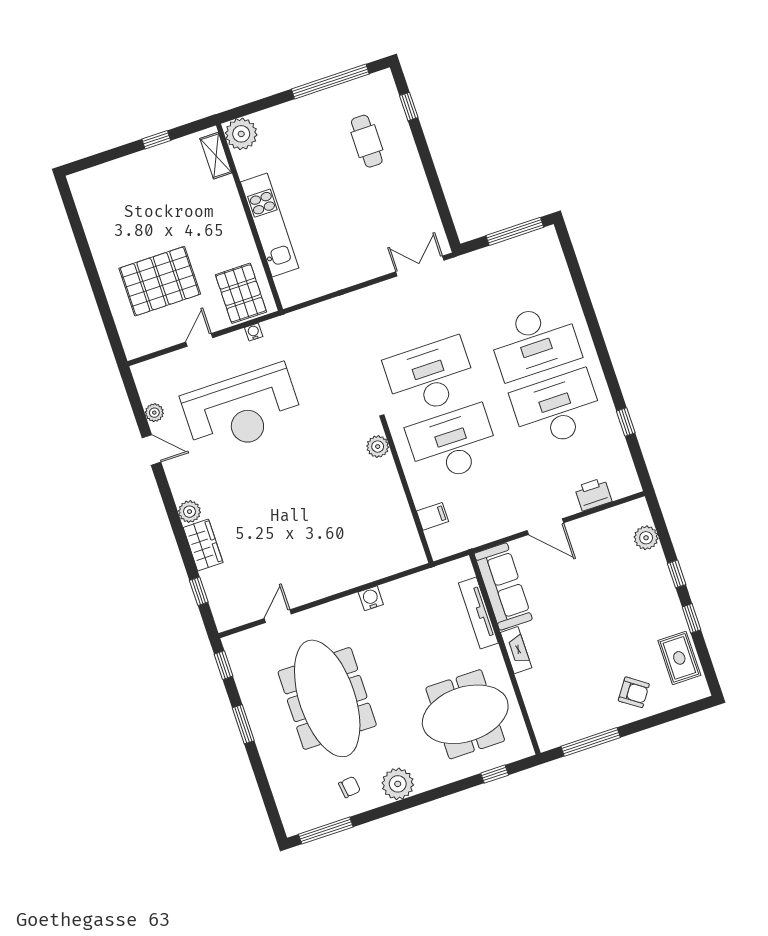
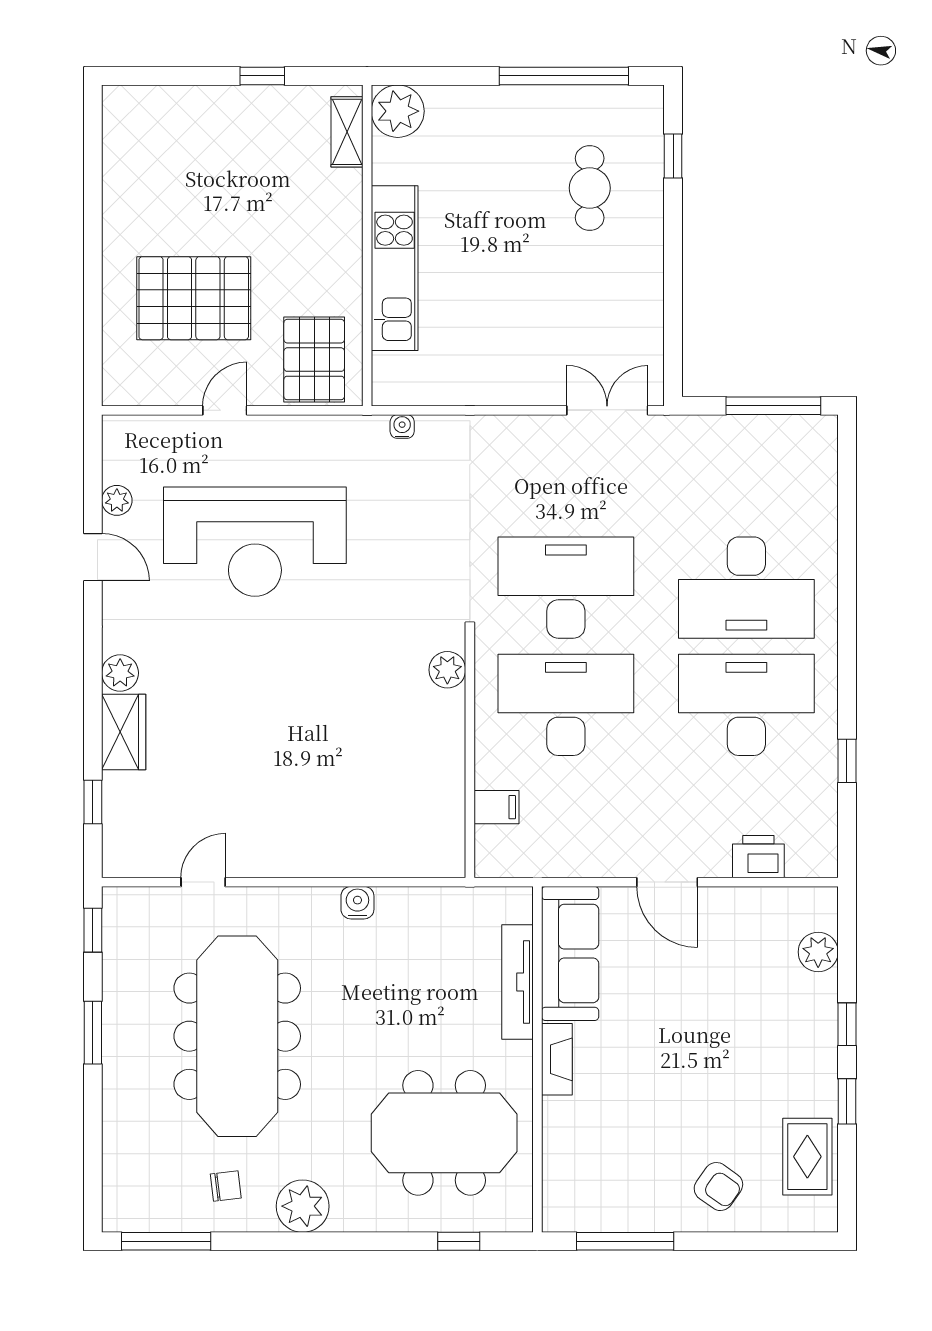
water cooler: (254, 332) -> (402, 427), moved

